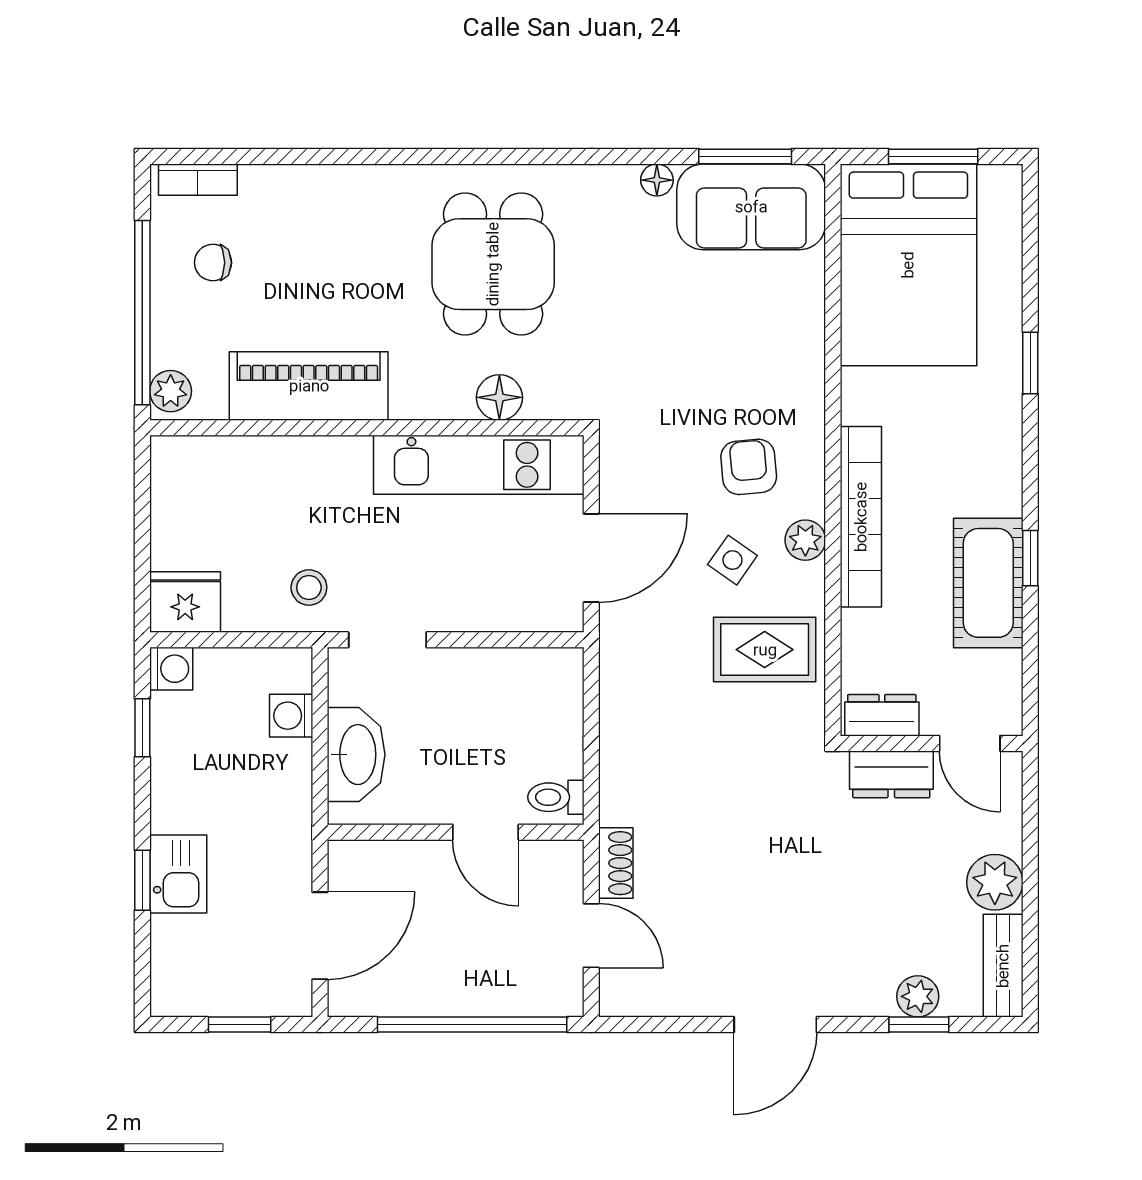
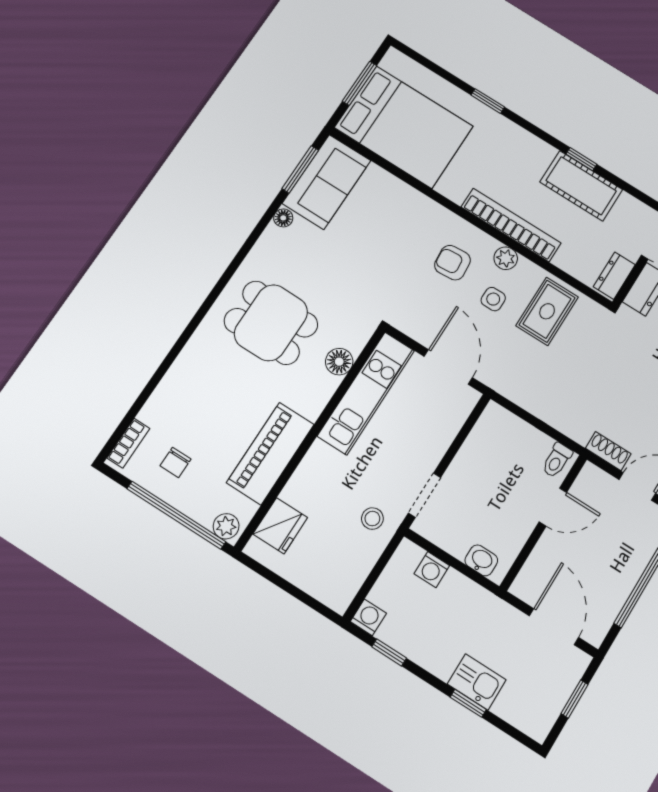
side table: (732, 560) -> (493, 299), turned -35
fridge: (185, 602) -> (280, 526), moved, turned 180
washbasin: (356, 755) -> (481, 560), width x0.52, depth x0.69

